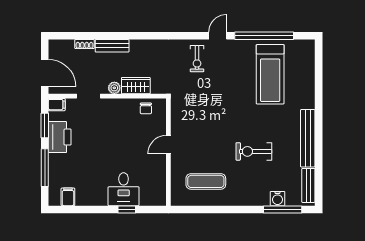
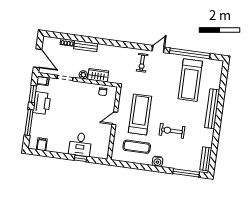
treadmill: (204, 134) -> (140, 114), added
bench: (308, 138) -> (212, 109), moved
water cooler: (277, 199) -> (157, 161), moved

